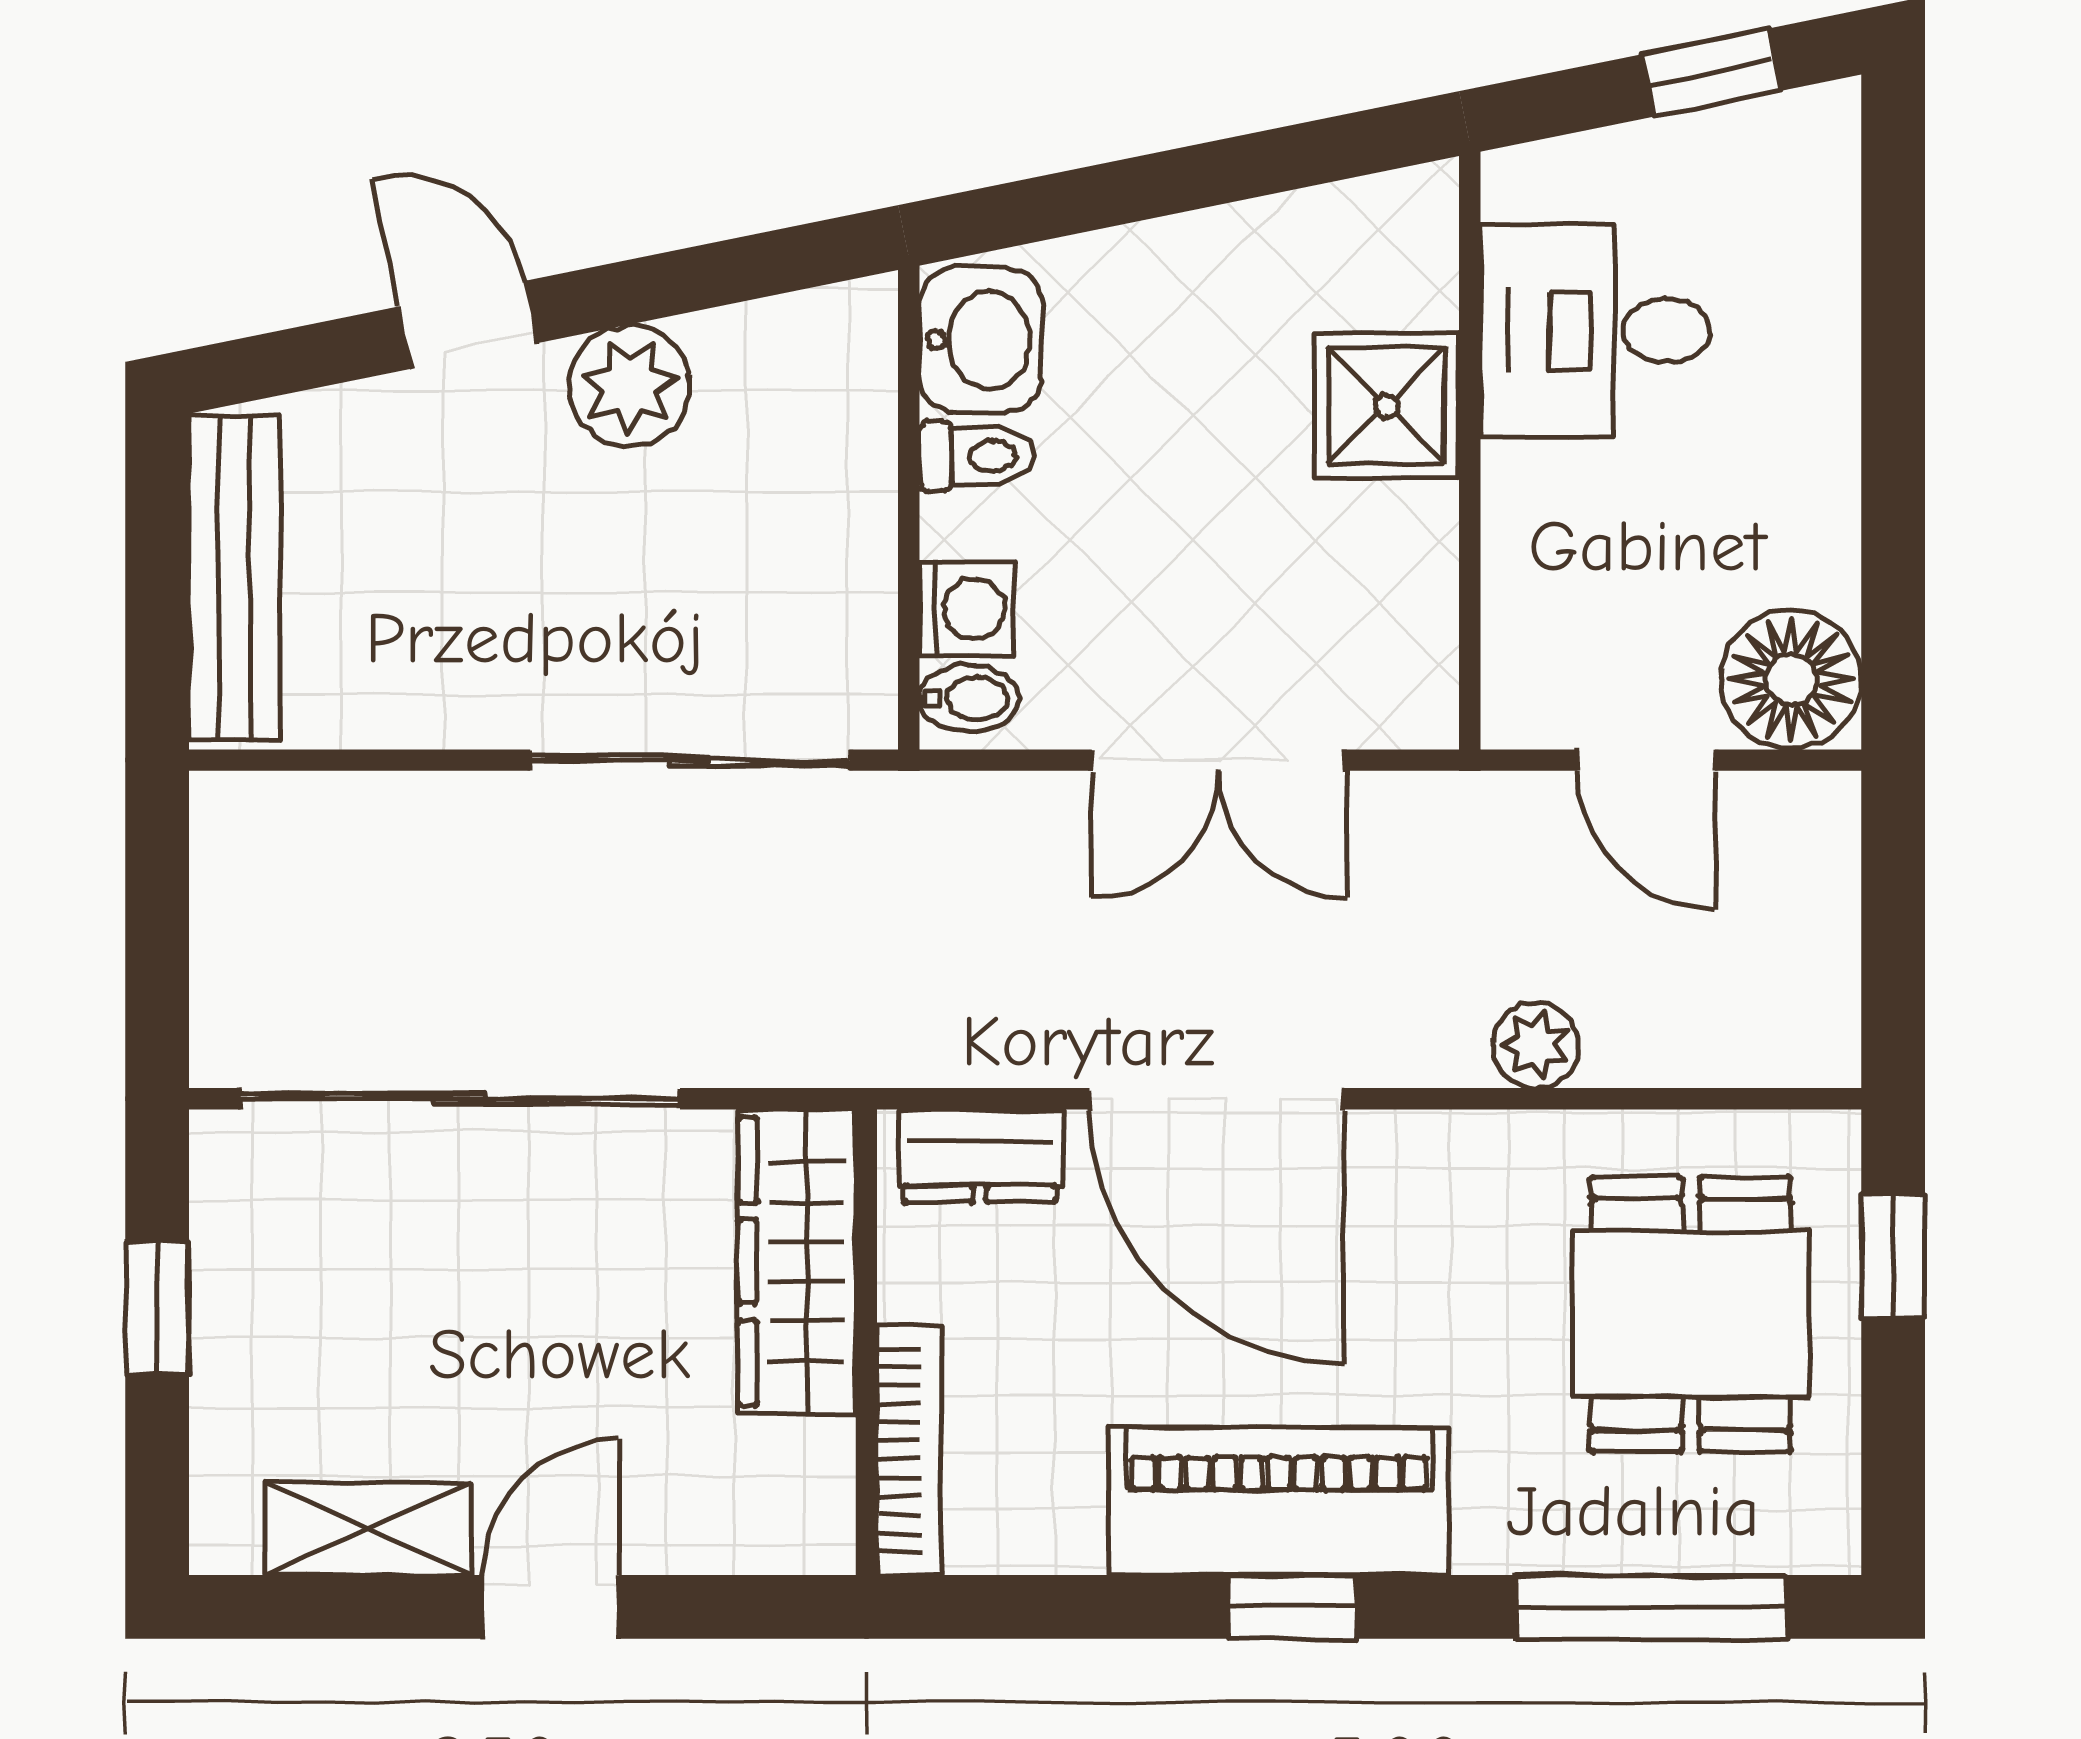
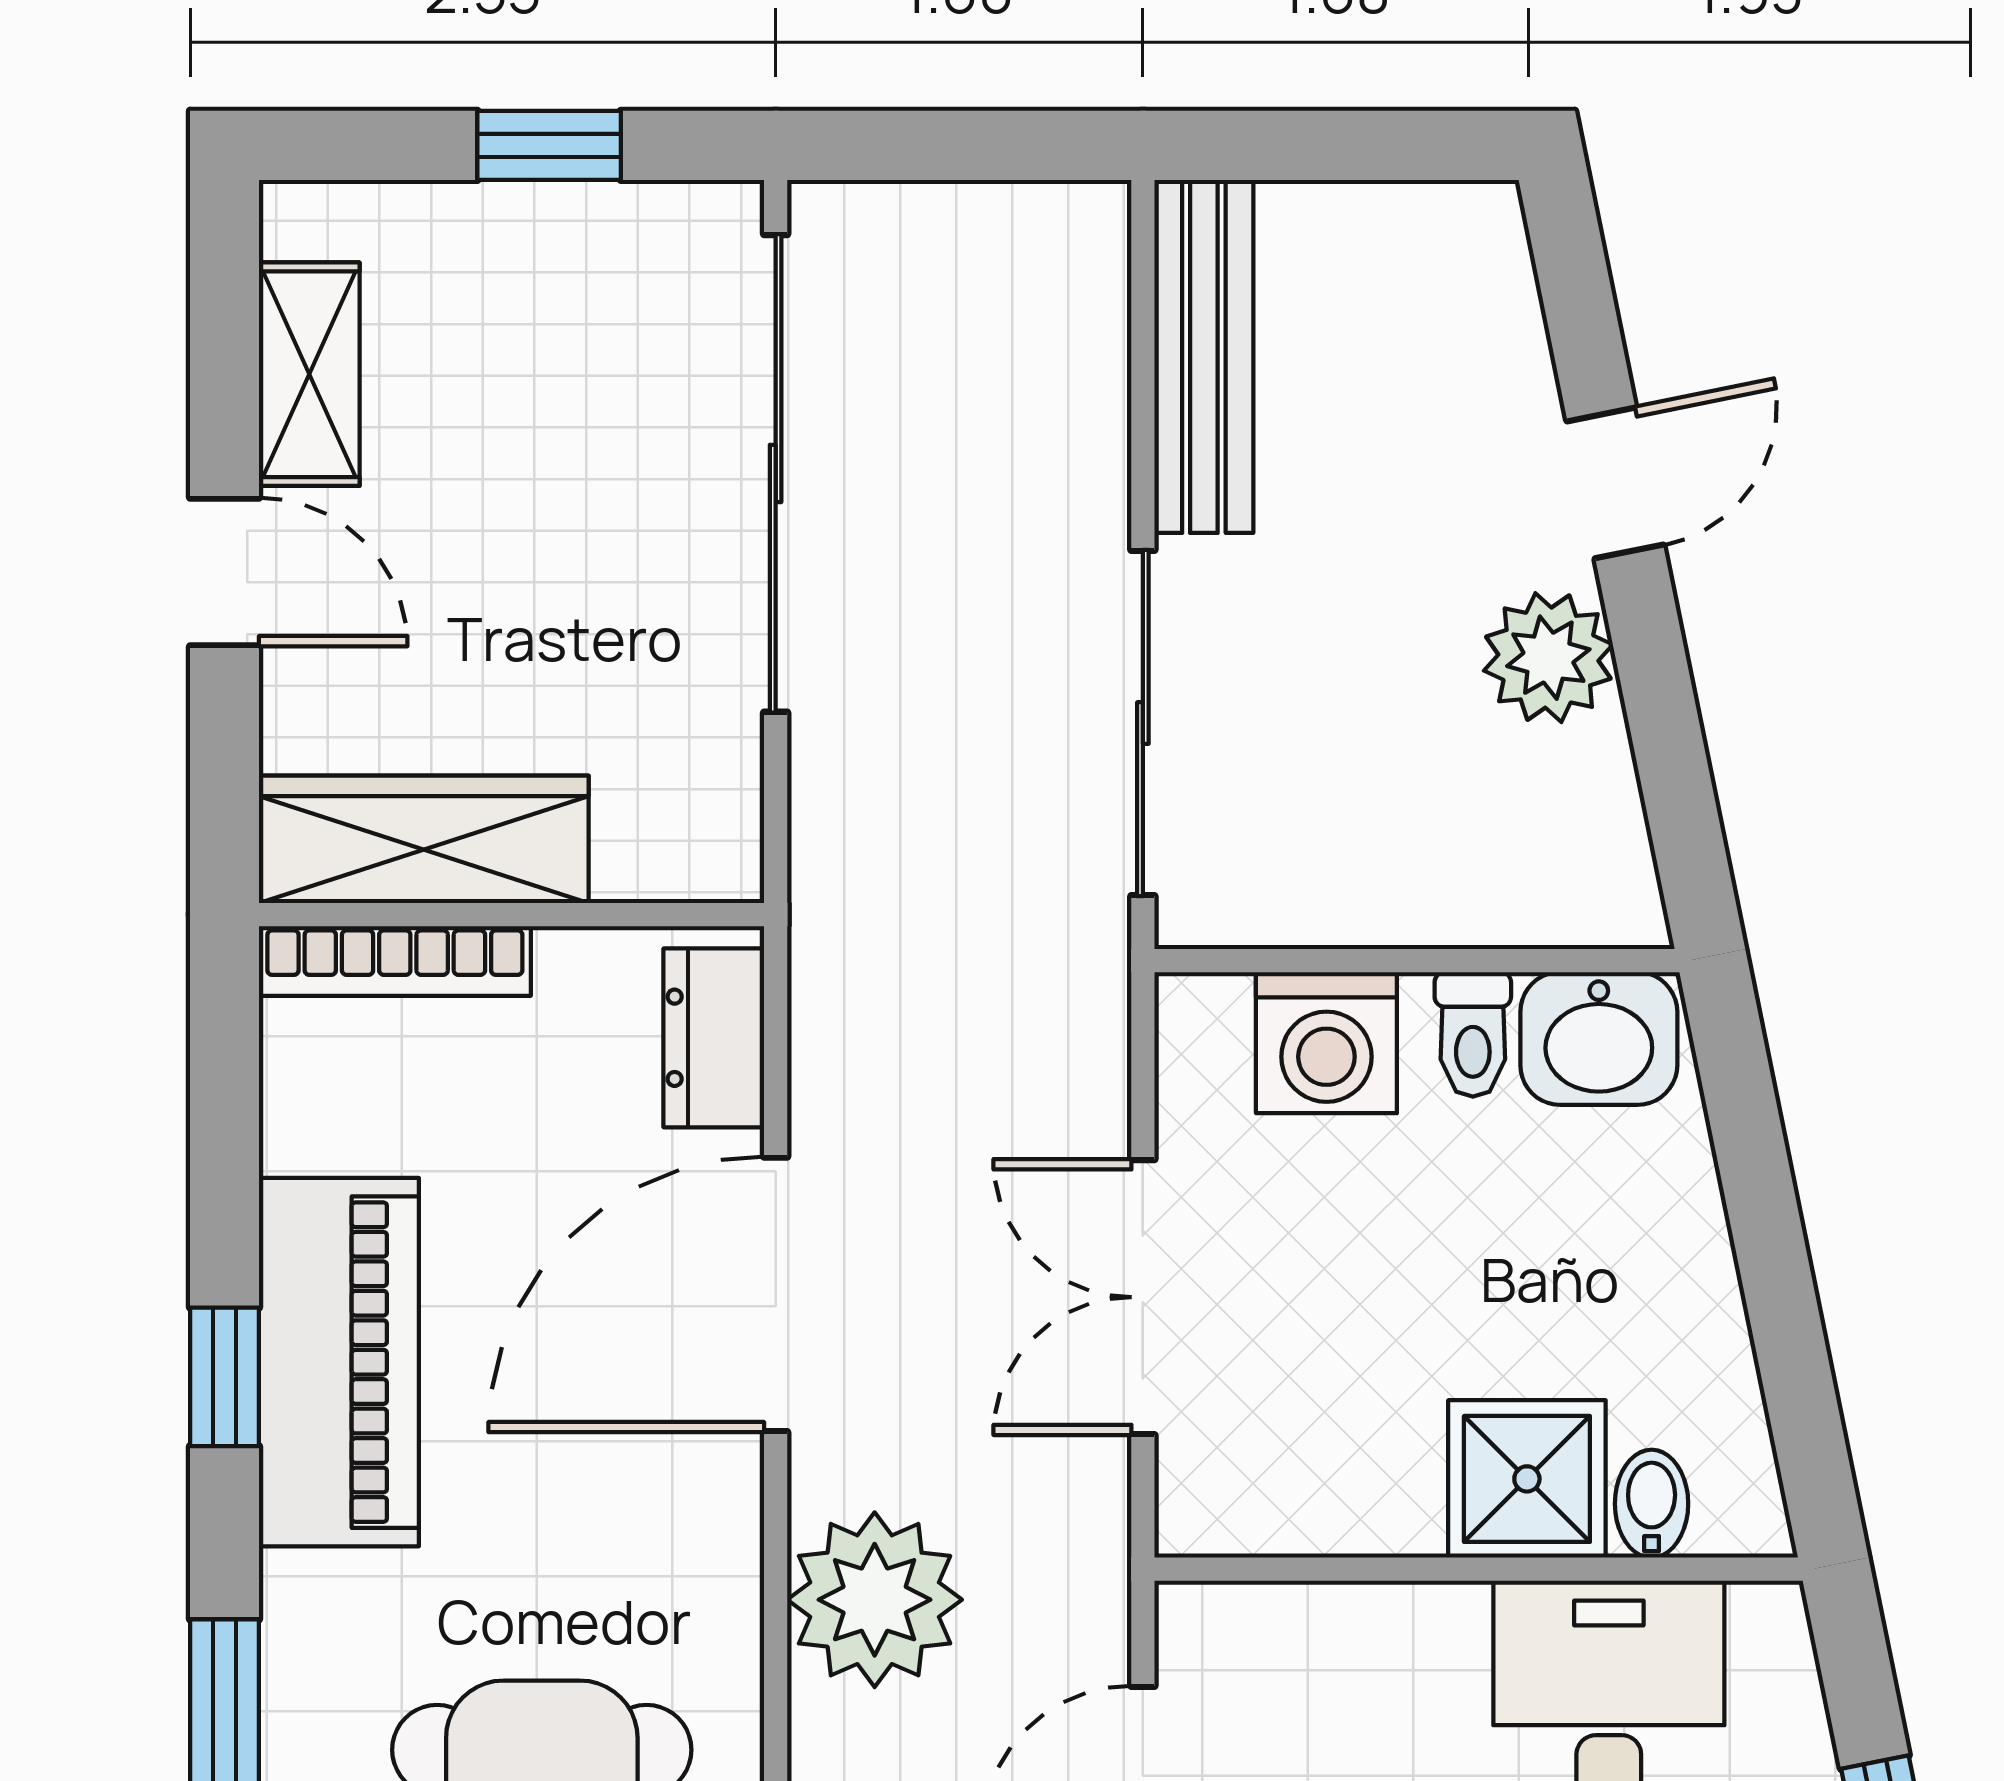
bench: (235, 578) -> (1204, 356), moved, turned 90
washing machine: (967, 609) -> (1326, 1043), width x1.38, depth x1.38
bidet: (969, 698) -> (1652, 1504), moved, turned 180
plant: (1536, 1045) -> (875, 1600), width x1.87, depth x1.87
wardrobe: (797, 1261) -> (424, 839), moved

